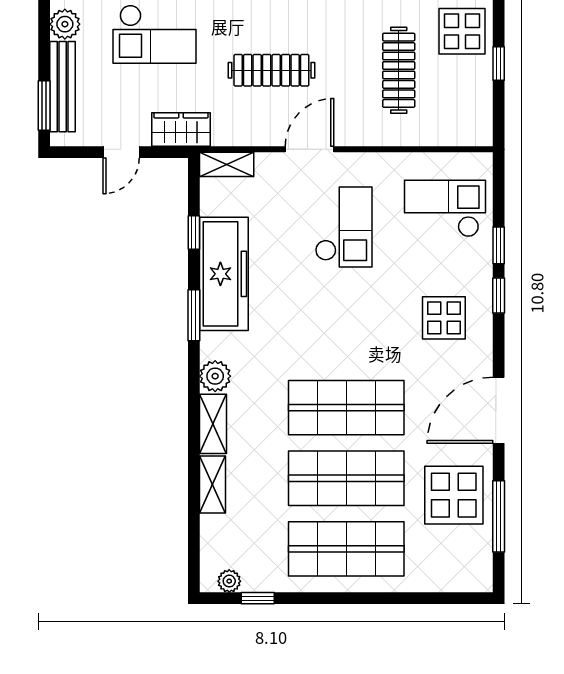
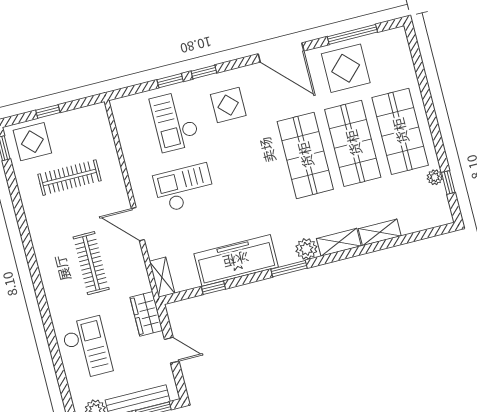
checkout: (445, 208) -> (175, 121), moved
window: (194, 315) -> (289, 269), moved
plant: (229, 581) -> (435, 177), moved

